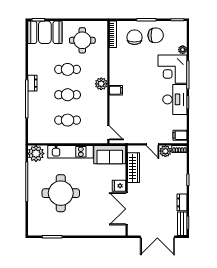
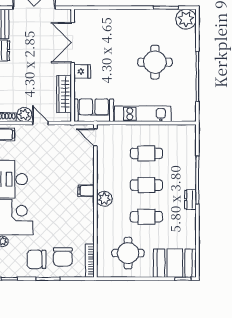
plant: (36, 154) -> (186, 19), moved
round table: (61, 193) -> (155, 62), width x0.73, depth x0.73
double door: (127, 209) -> (73, 43), swing flipped

